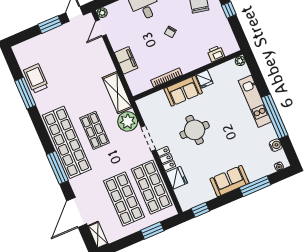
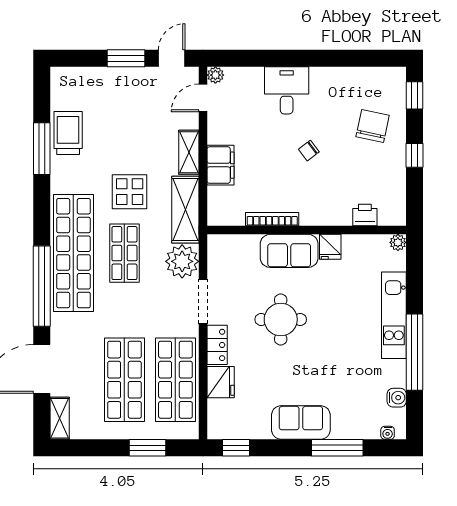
shelving: (106, 61) -> (189, 152), added
display table: (83, 96) -> (130, 192), added
window: (57, 168) -> (42, 286), width x1.46

